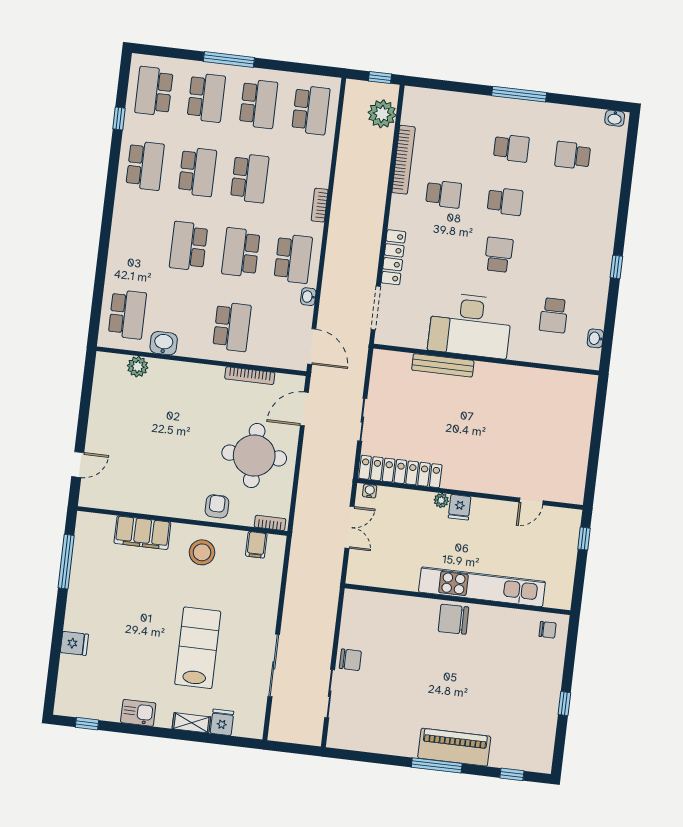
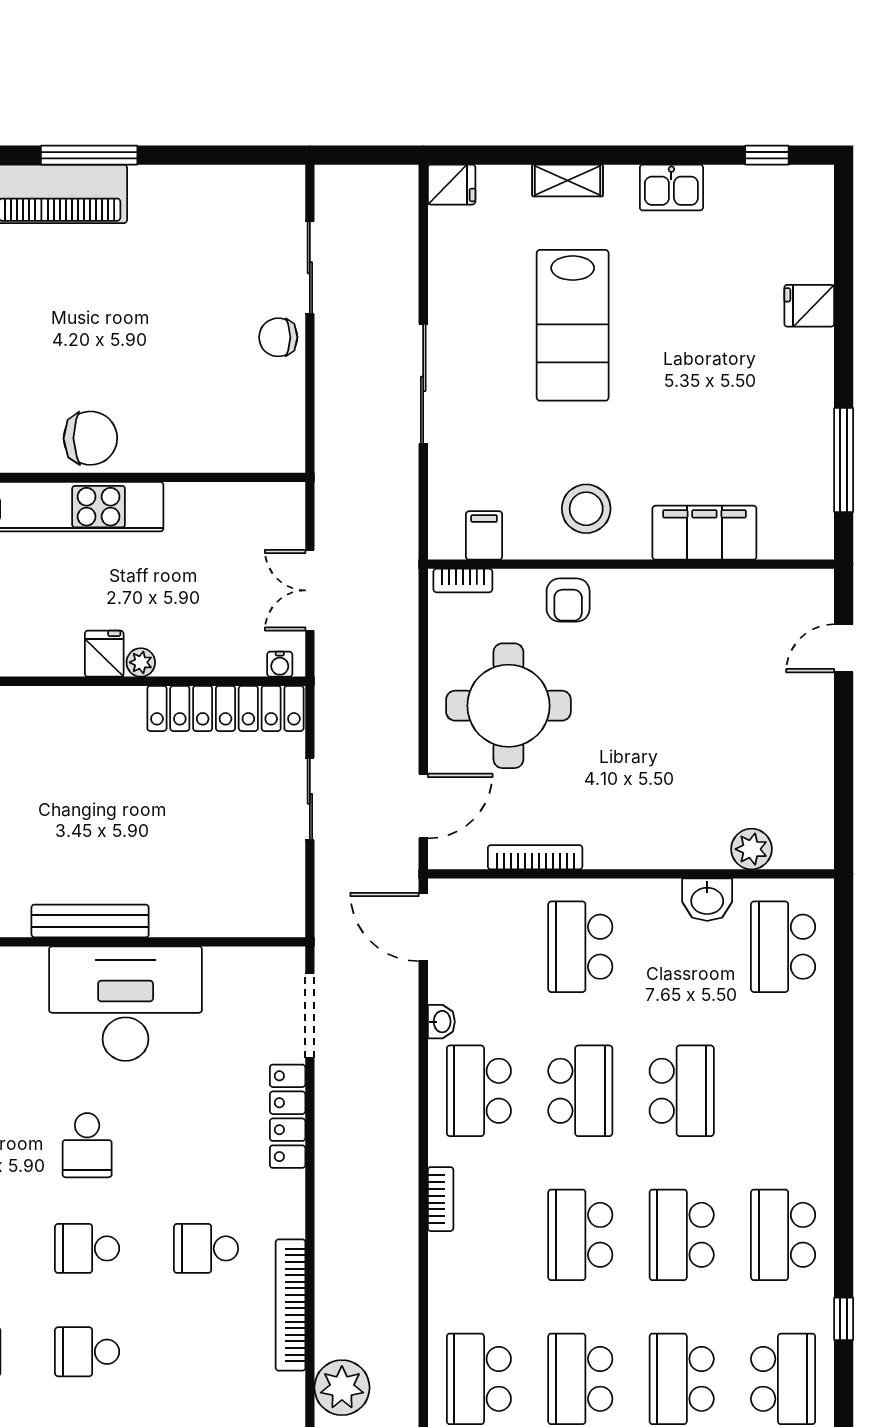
bench: (443, 365) -> (90, 921), moved
sliding door: (274, 665) -> (423, 384), moved
fridge: (222, 722) -> (452, 185), moved, turned -90

